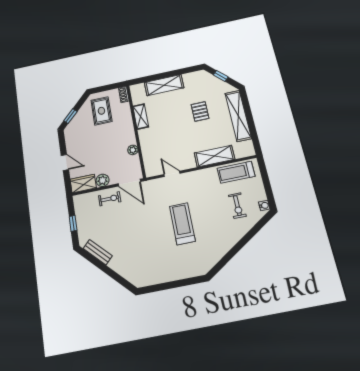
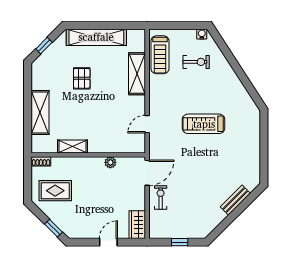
pallet: (200, 111) -> (82, 78), turned 90
plant: (103, 180) -> (138, 202), removed
bench: (98, 252) -> (235, 200), moved

